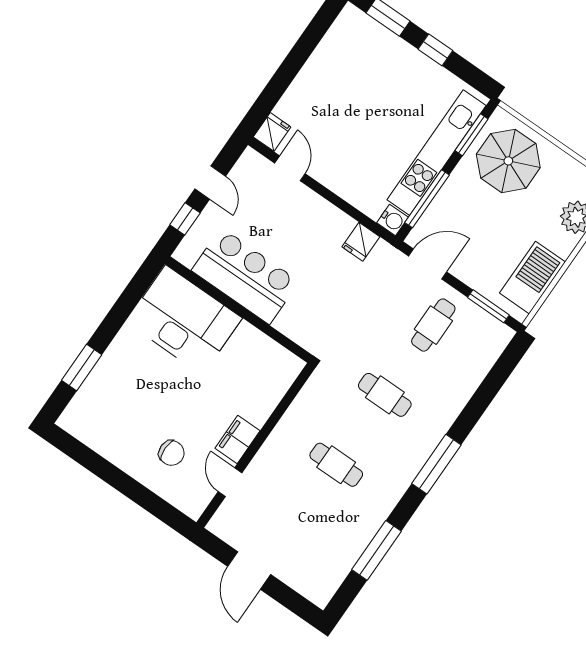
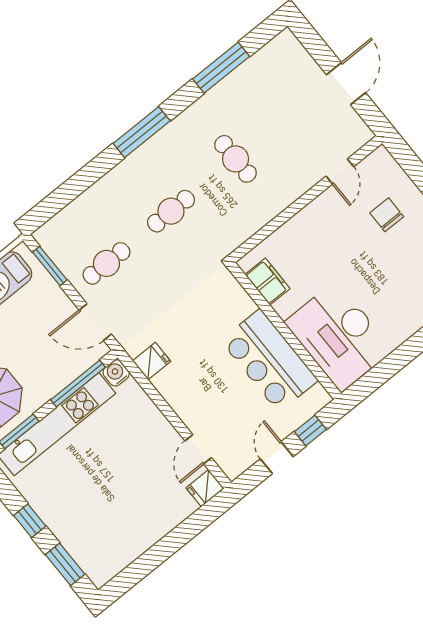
cafe table: (385, 395) -> (171, 211), turned 90
filing cabinet: (237, 440) -> (267, 282), moved, turned -90

